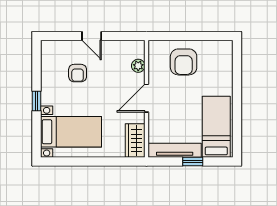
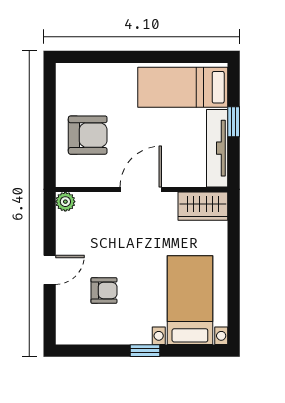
plant: (138, 66) -> (65, 202), moved
door: (147, 98) -> (141, 189), swing flipped

